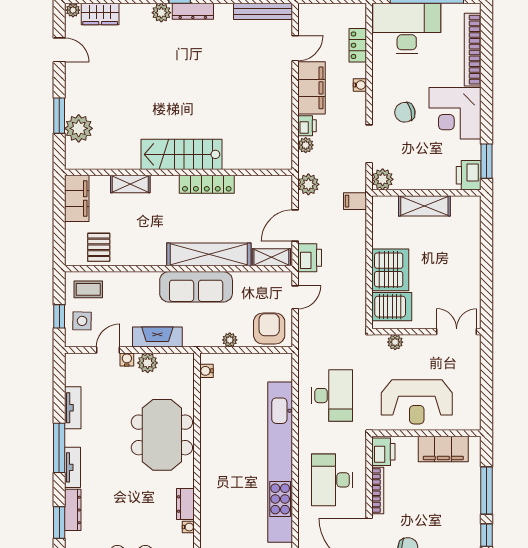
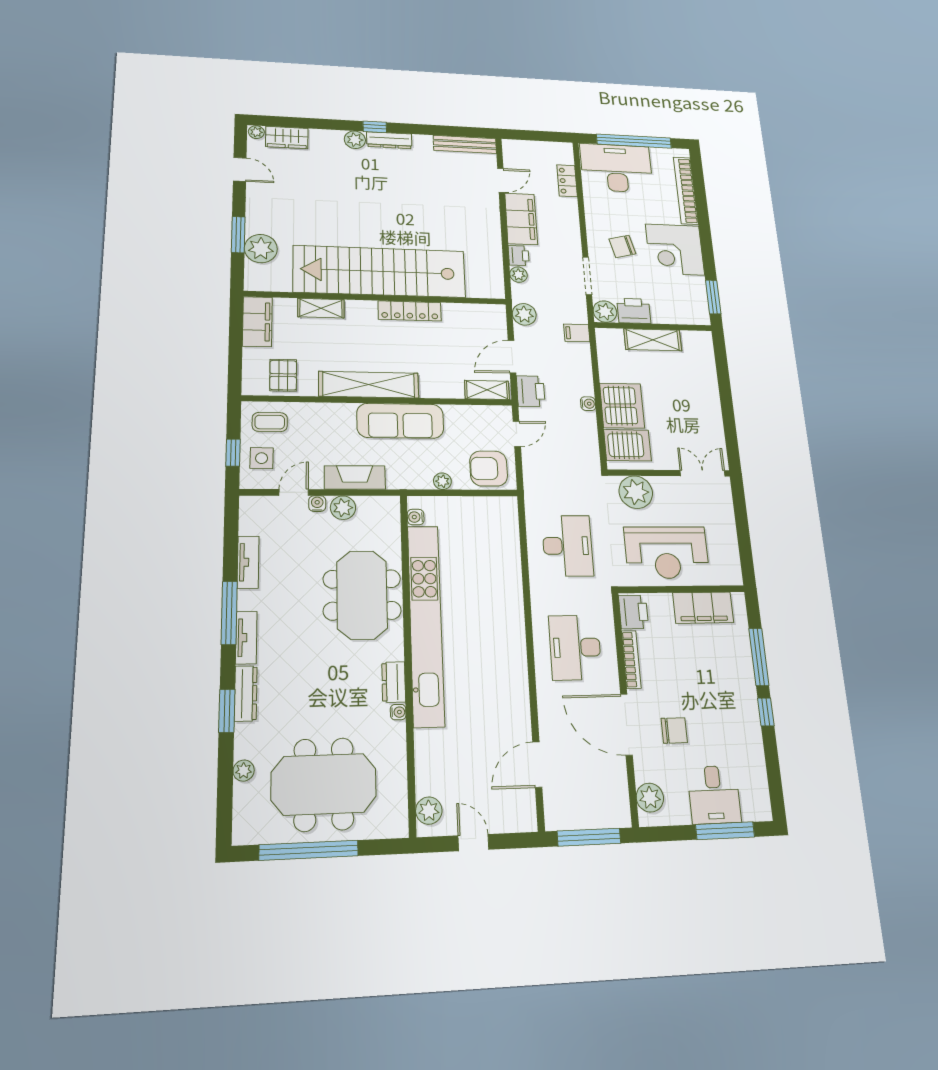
water cooler: (360, 85) -> (588, 404), moved
stairs: (181, 154) -> (380, 271), width x1.86, depth x1.51
printer: (469, 175) -> (634, 311), moved, turned 90
shelving: (209, 254) -> (369, 385), moved
armchair: (269, 329) -> (489, 468), turned -90
plant: (395, 342) -> (636, 492), width x1.87, depth x1.87
kitchen unit: (280, 462) -> (426, 624), moved, turned 180

